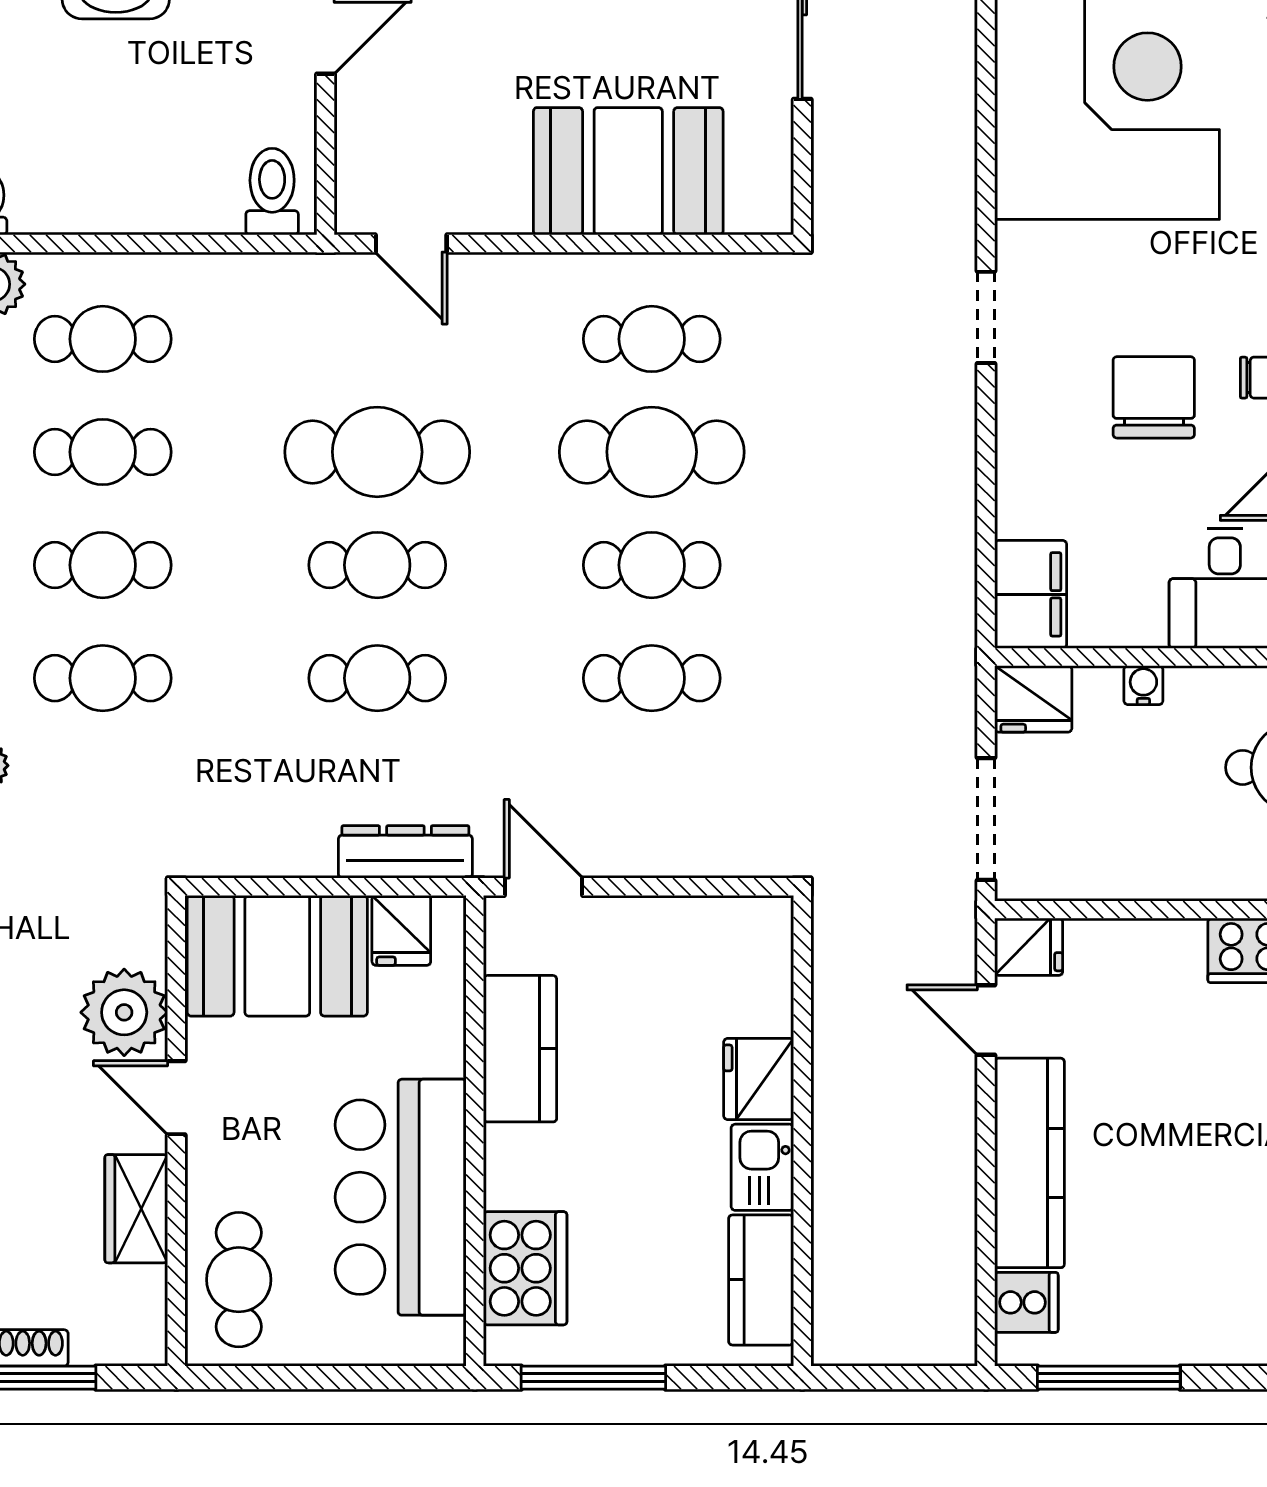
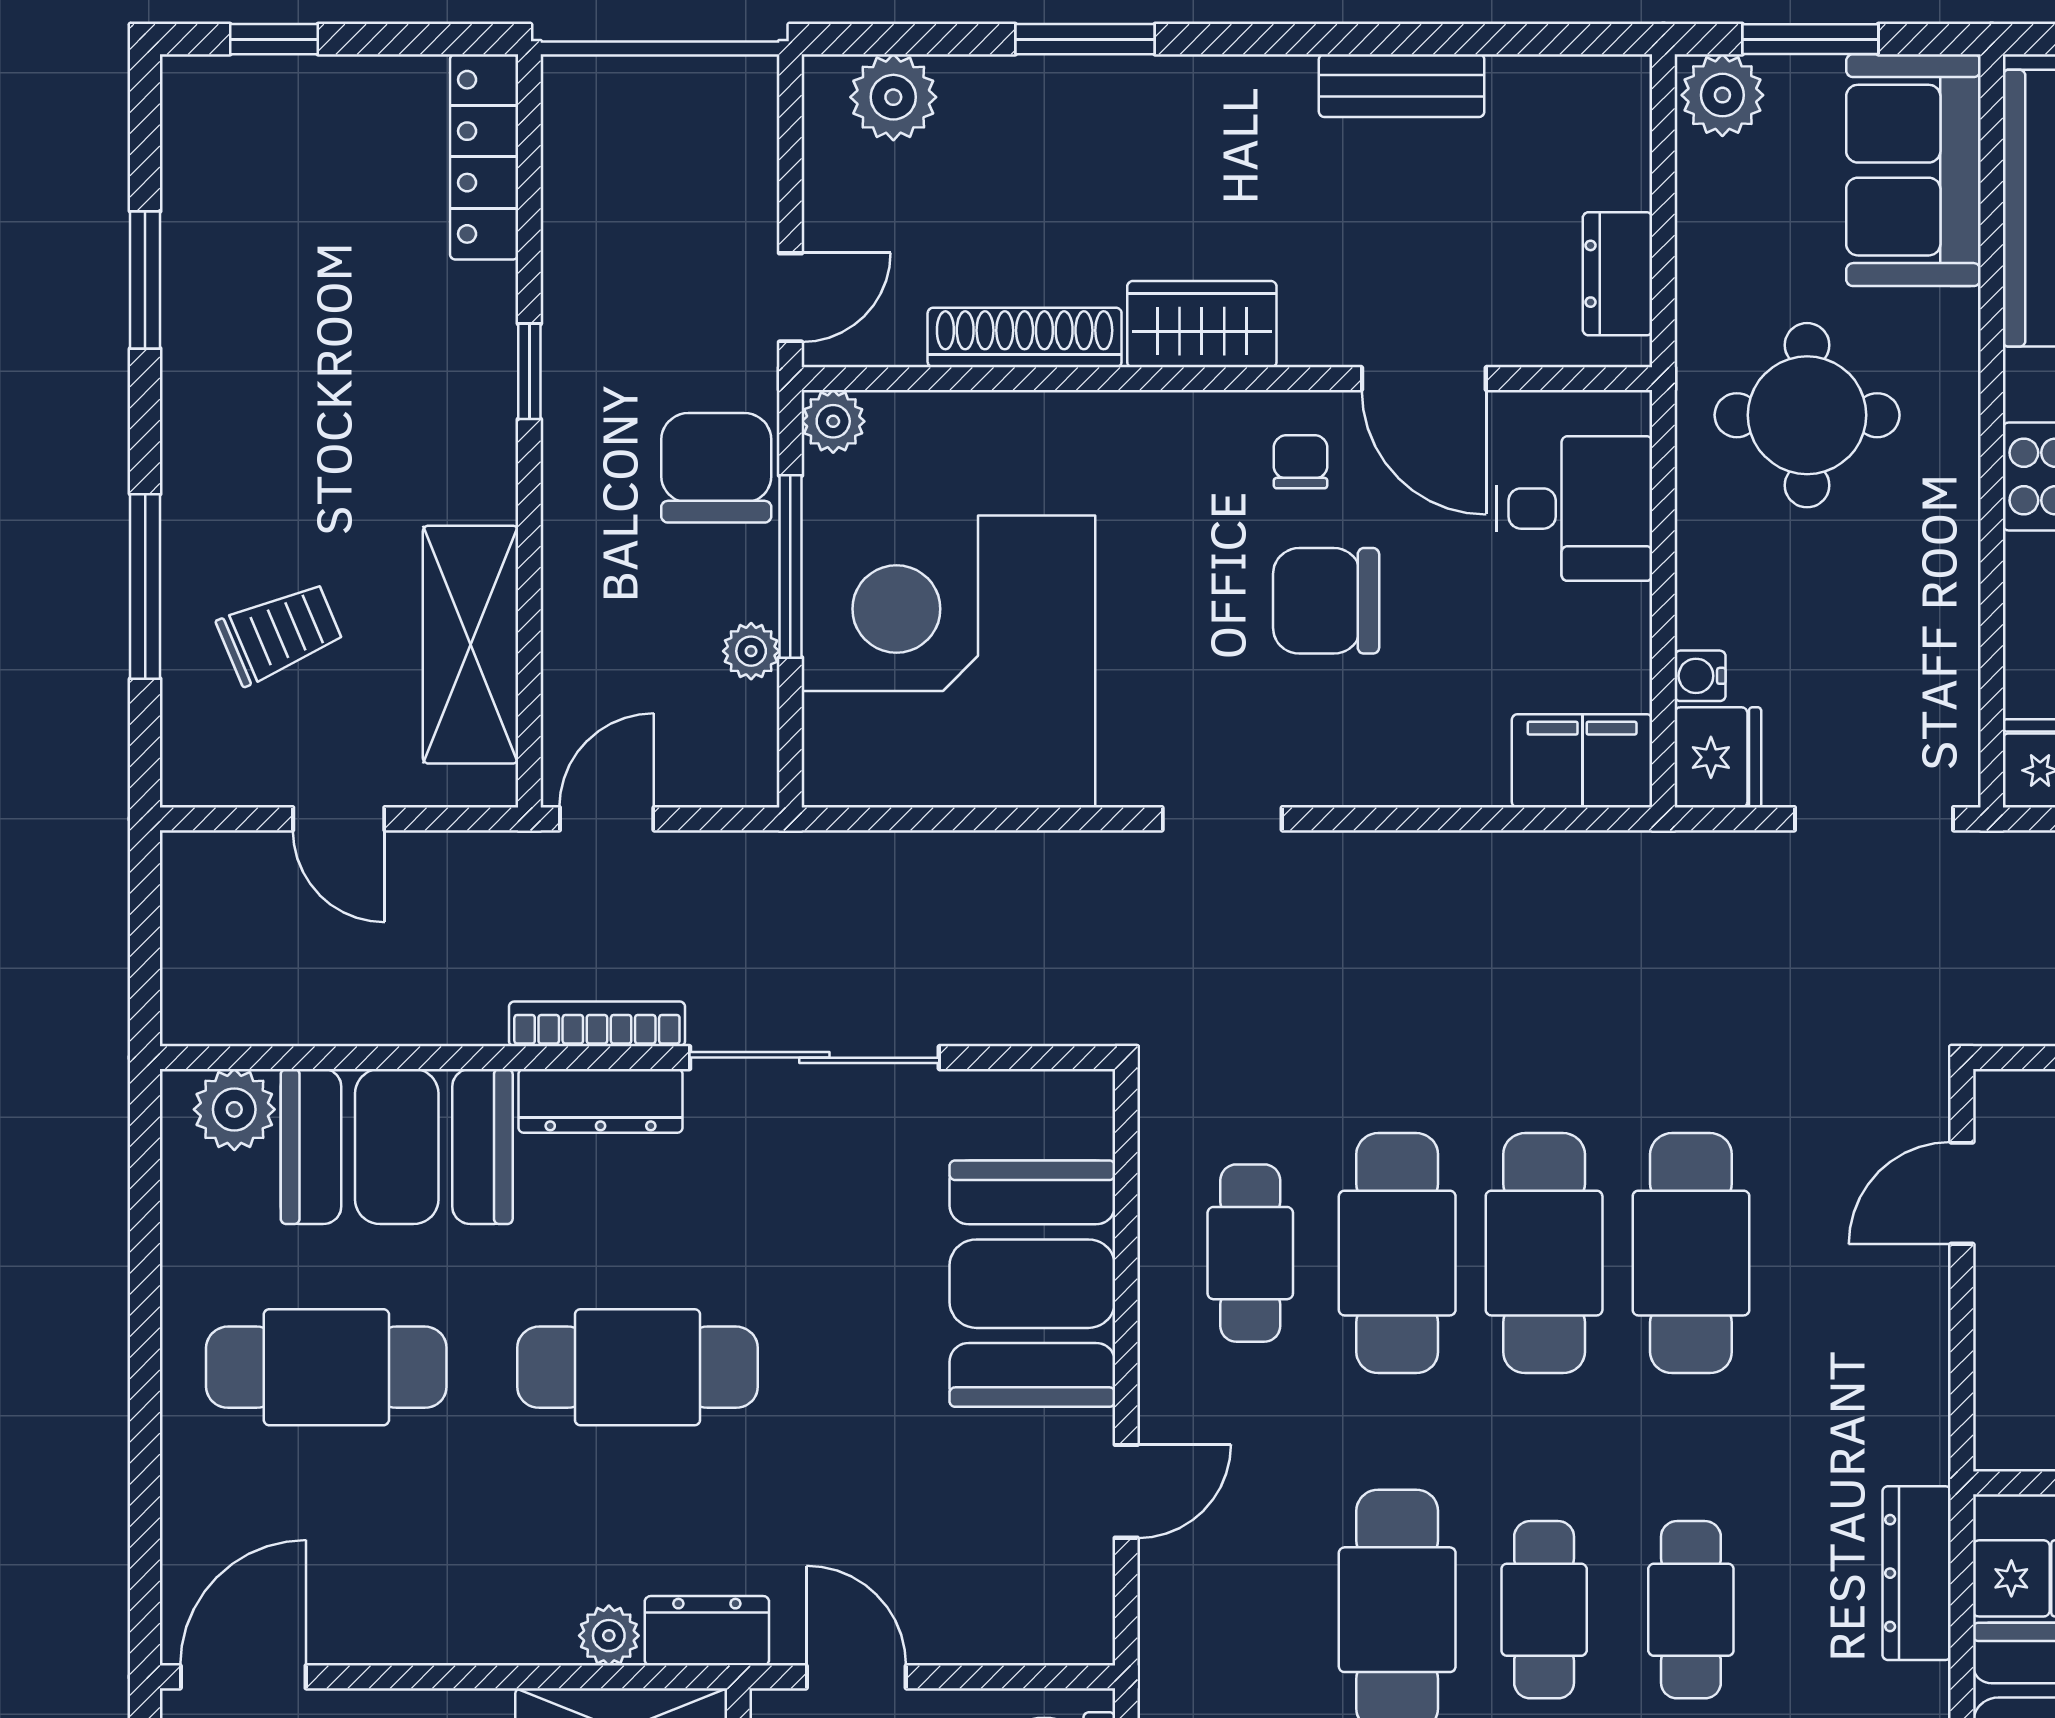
door: (411, 243) -> (1126, 1491), moved
cafe table: (652, 565) -> (1544, 1253), width x1.37, depth x1.35
cafe table: (652, 678) -> (1691, 1253), width x1.37, depth x1.35
water cooler: (1143, 685) -> (1700, 676), moved
door: (543, 887) -> (1962, 1193), moved

